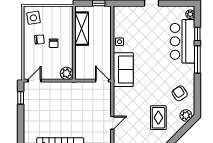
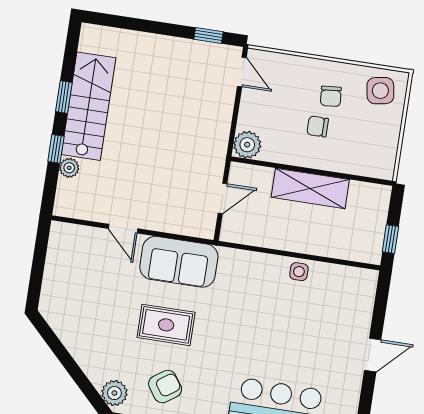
shelving: (82, 29) -> (310, 188), moved
sofa: (123, 70) -> (179, 262), moved
door: (102, 81) -> (223, 198), moved
rug: (158, 118) -> (166, 325), moved

